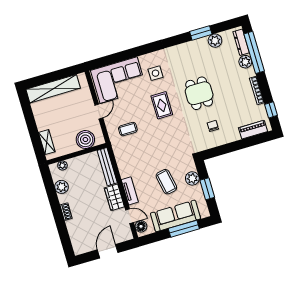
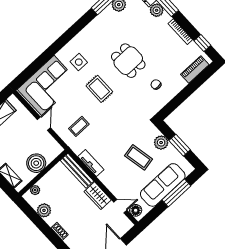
boiler: (85, 140) -> (36, 163), moved
tv unit: (130, 191) -> (91, 163), moved

